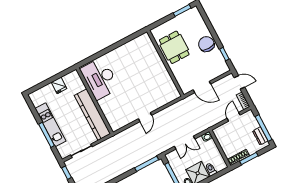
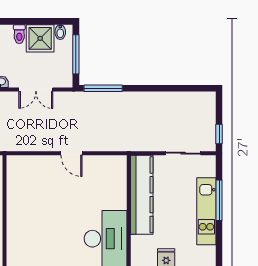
door: (145, 117) -> (71, 153), swing flipped
double door: (185, 143) -> (36, 90), swing flipped

